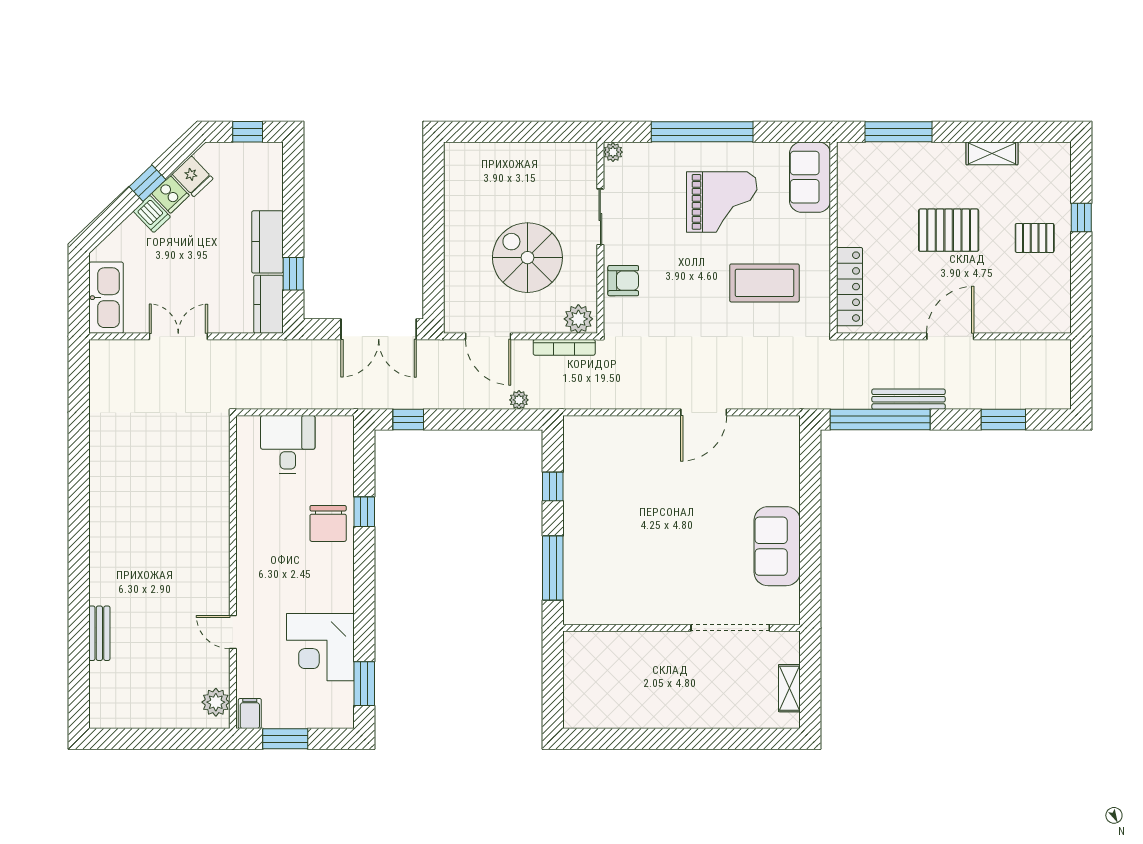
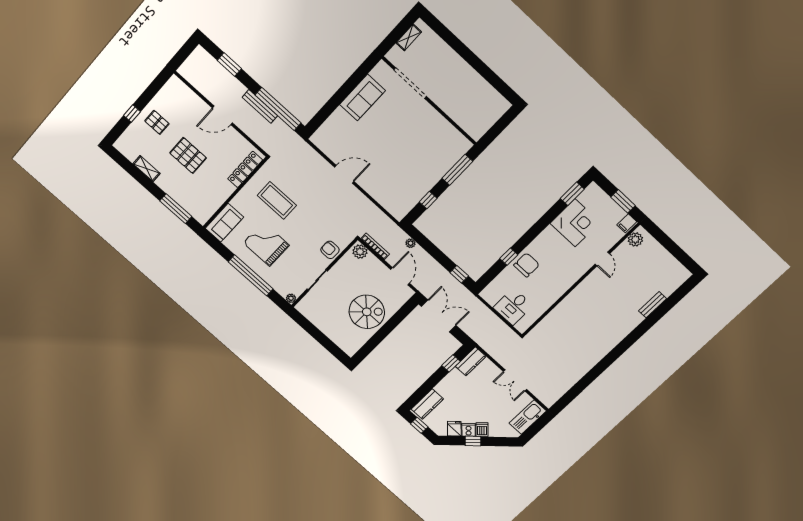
kitchen counter: (267, 242) -> (427, 404), moved
spiral stairs: (527, 258) -> (367, 312), moved, turned -90

